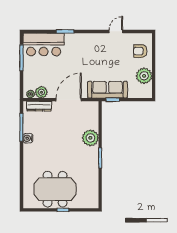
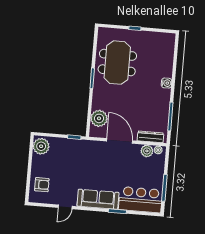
plant: (144, 76) -> (41, 146), moved
sofa: (108, 90) -> (98, 199), moved, turned 180
door: (69, 100) -> (120, 141), swing flipped
water cooler: (28, 138) -> (167, 83), moved
plant: (90, 138) -> (99, 118), moved
meeting table: (55, 189) -> (117, 63), moved, turned 90

